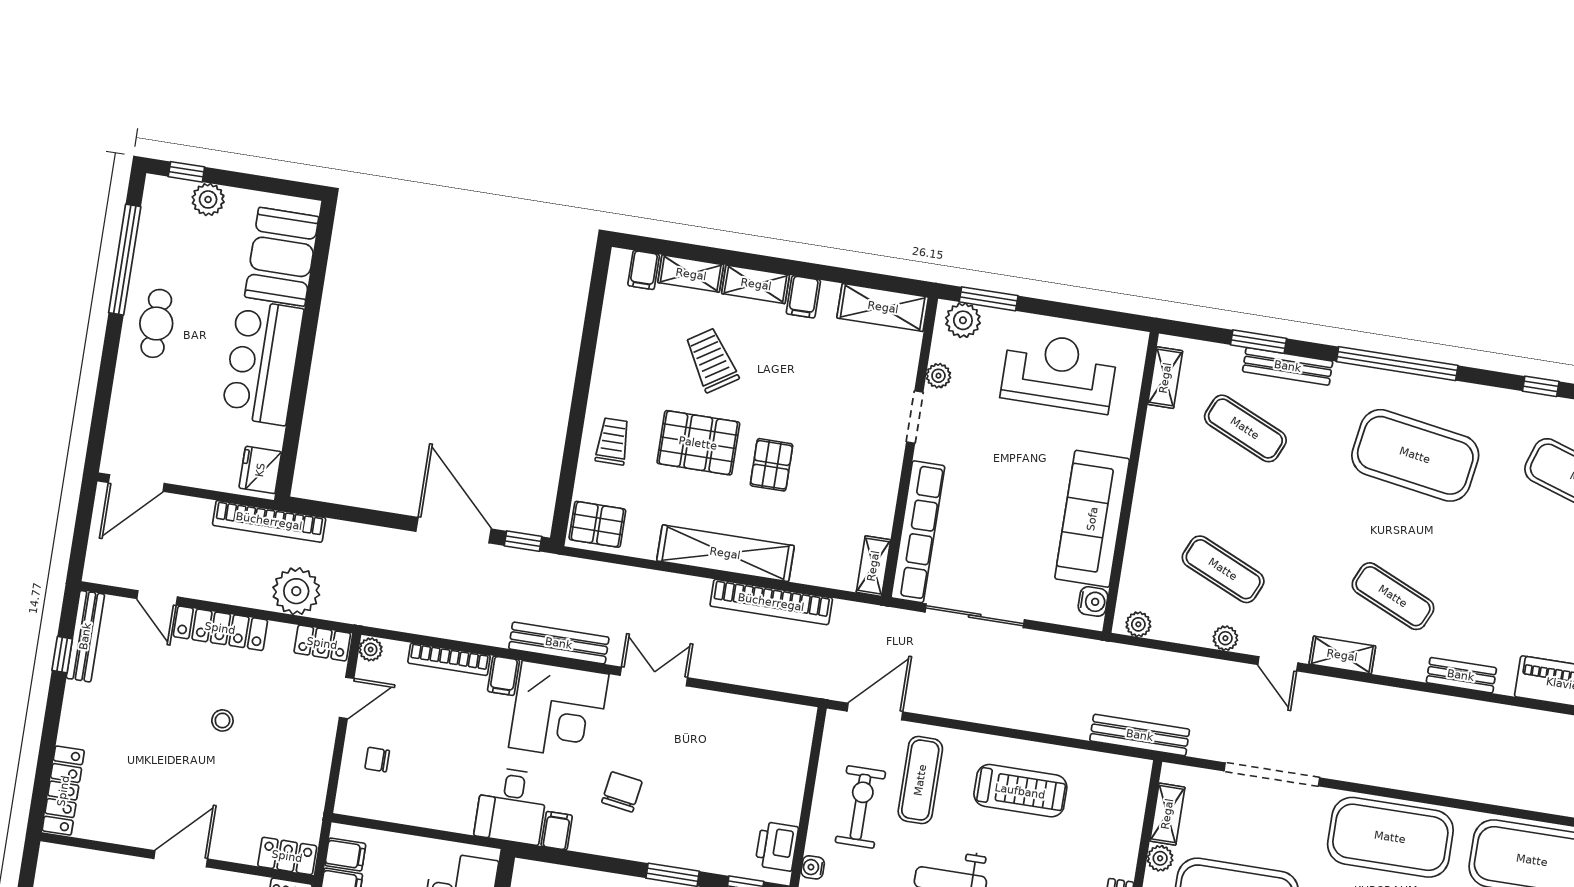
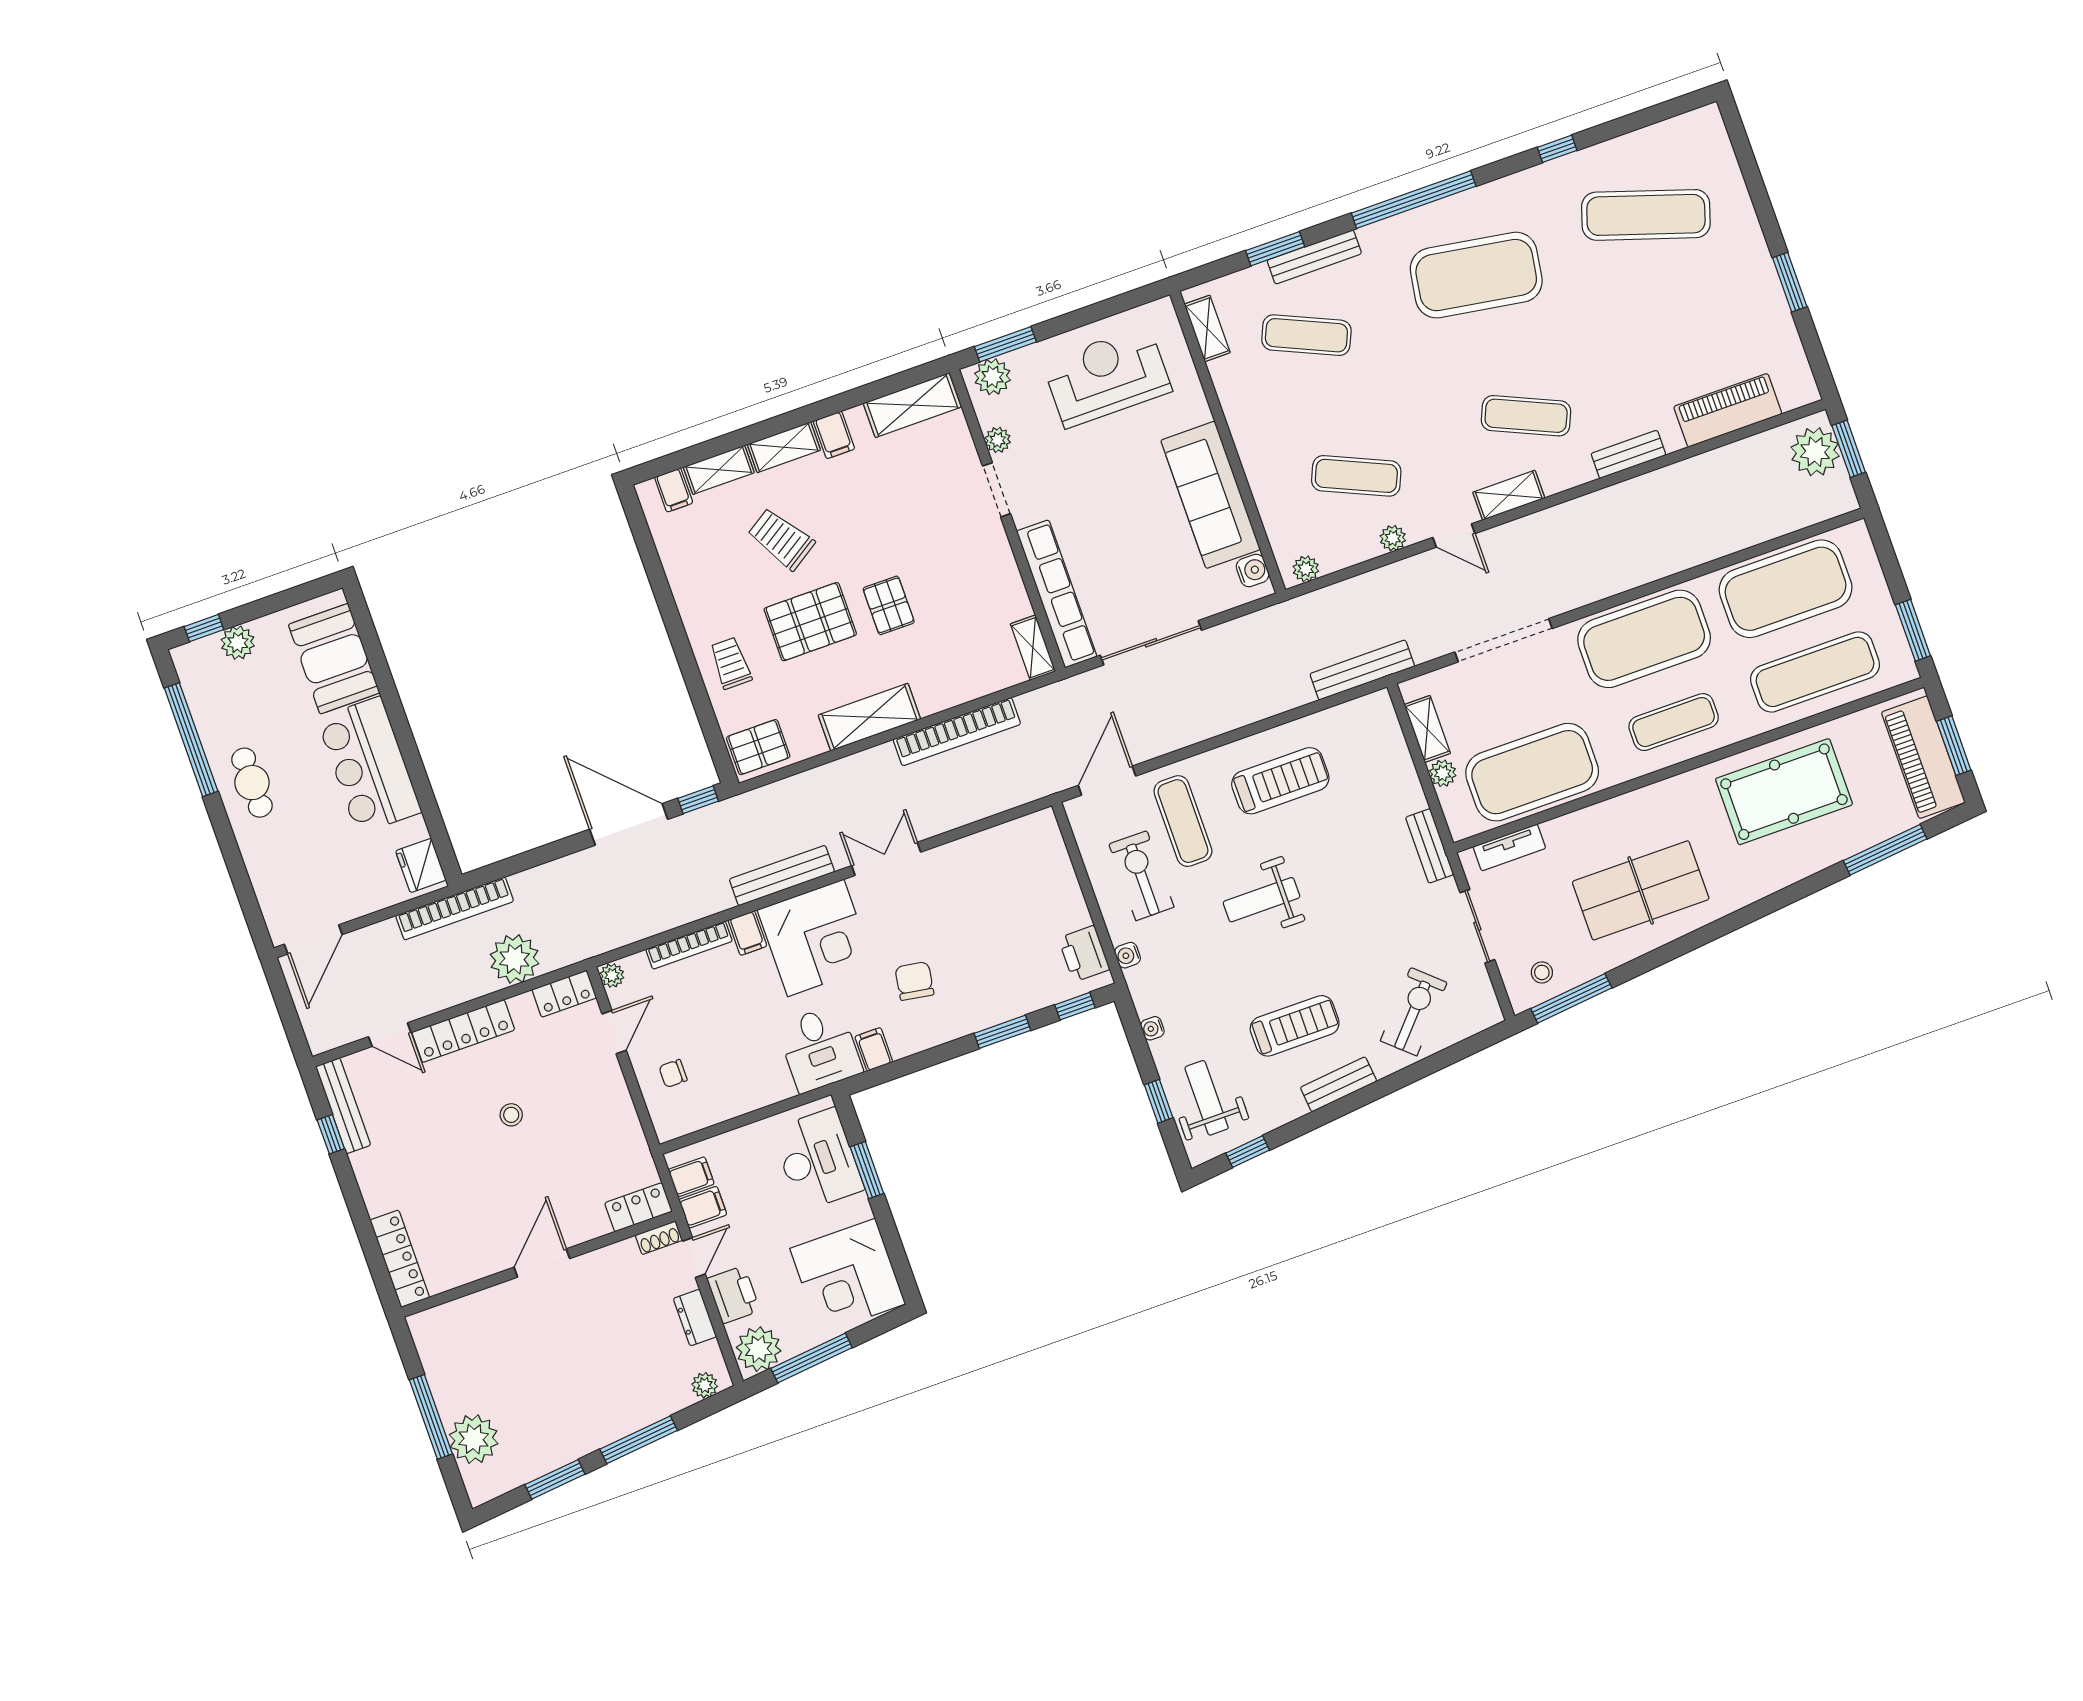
shelving: (725, 553) -> (869, 717), width x0.68

